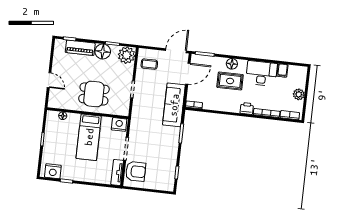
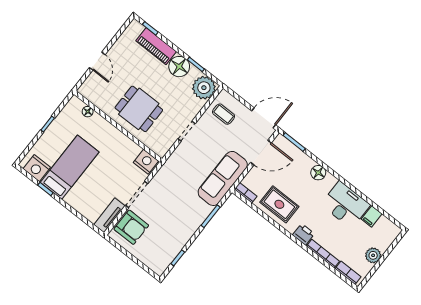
rug: (230, 81) -> (279, 204), moved
bed: (89, 137) -> (70, 167), moved, turned 180

